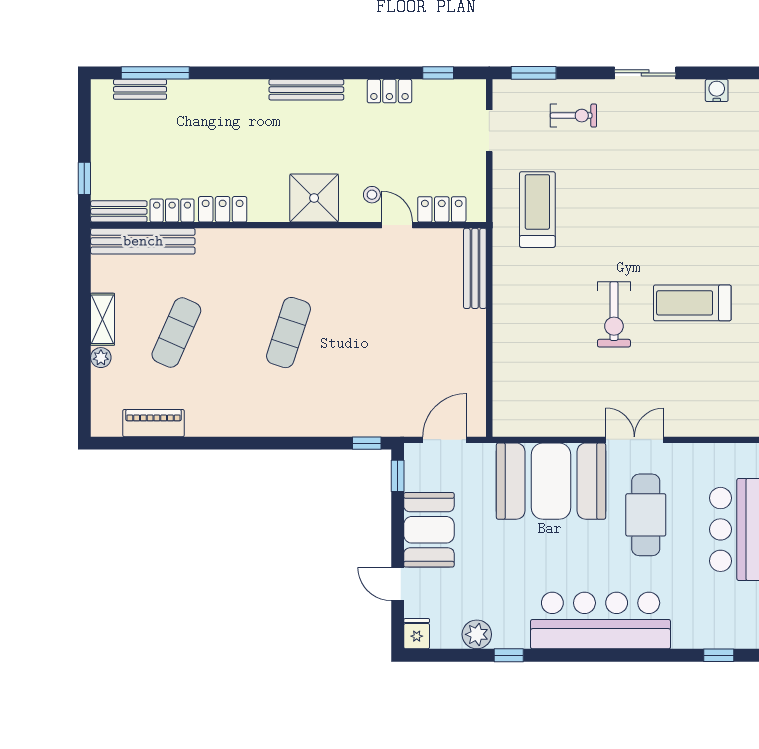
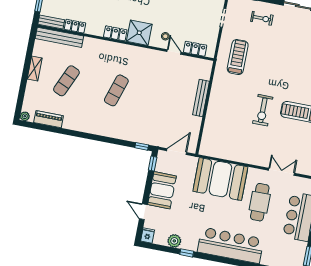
locker: (223, 209) -> (115, 33), moved
bench: (475, 268) -> (201, 98), moved
plant: (101, 358) -> (25, 116), moved
double door: (634, 440) -> (281, 172), moved

